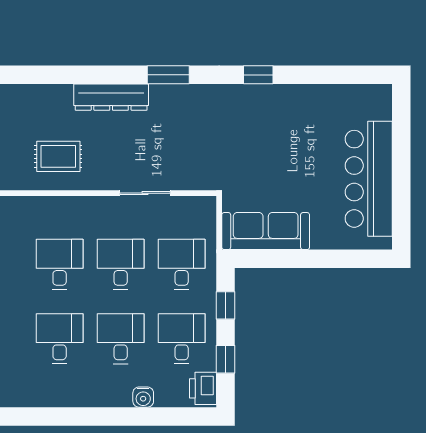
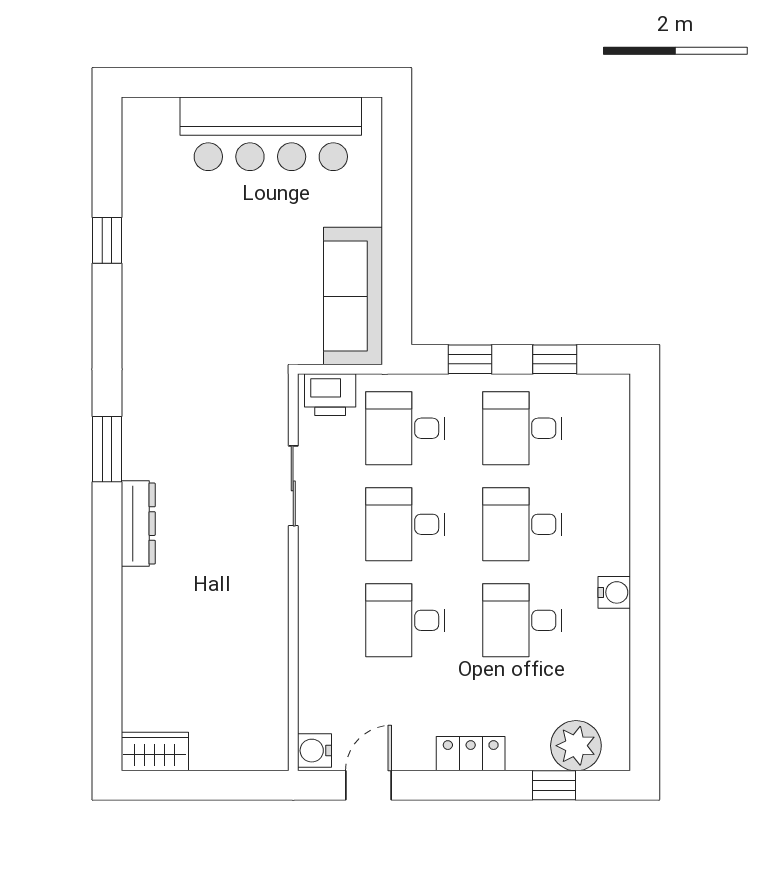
window: (258, 75) -> (107, 240), moved
dresser: (111, 97) -> (138, 524), width x0.73, depth x0.80
rug: (58, 156) -> (236, 622), removed
printer: (203, 388) -> (330, 395), moved
water cooler: (143, 397) -> (614, 592), moved

